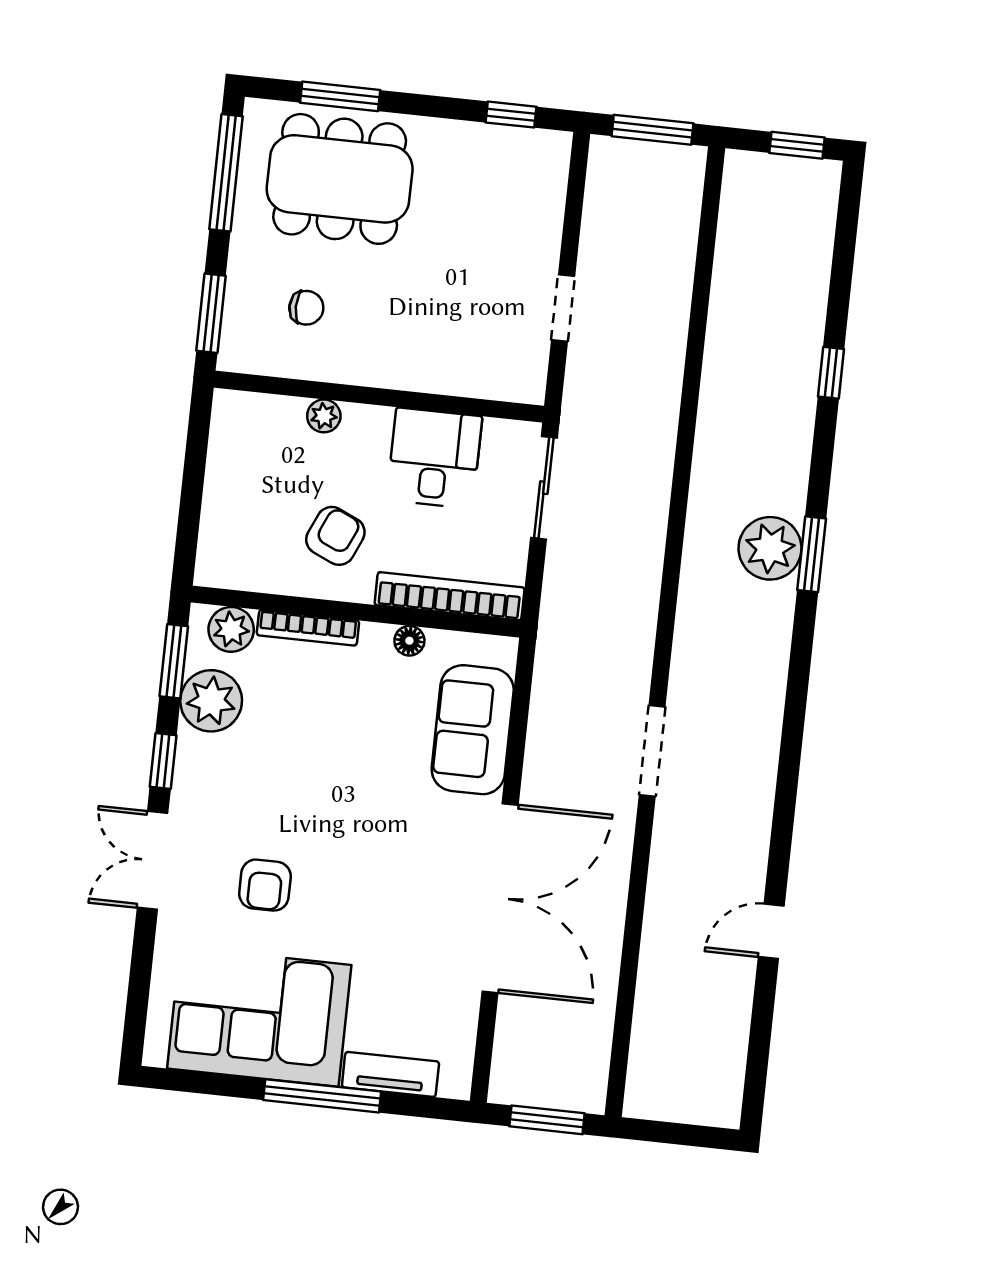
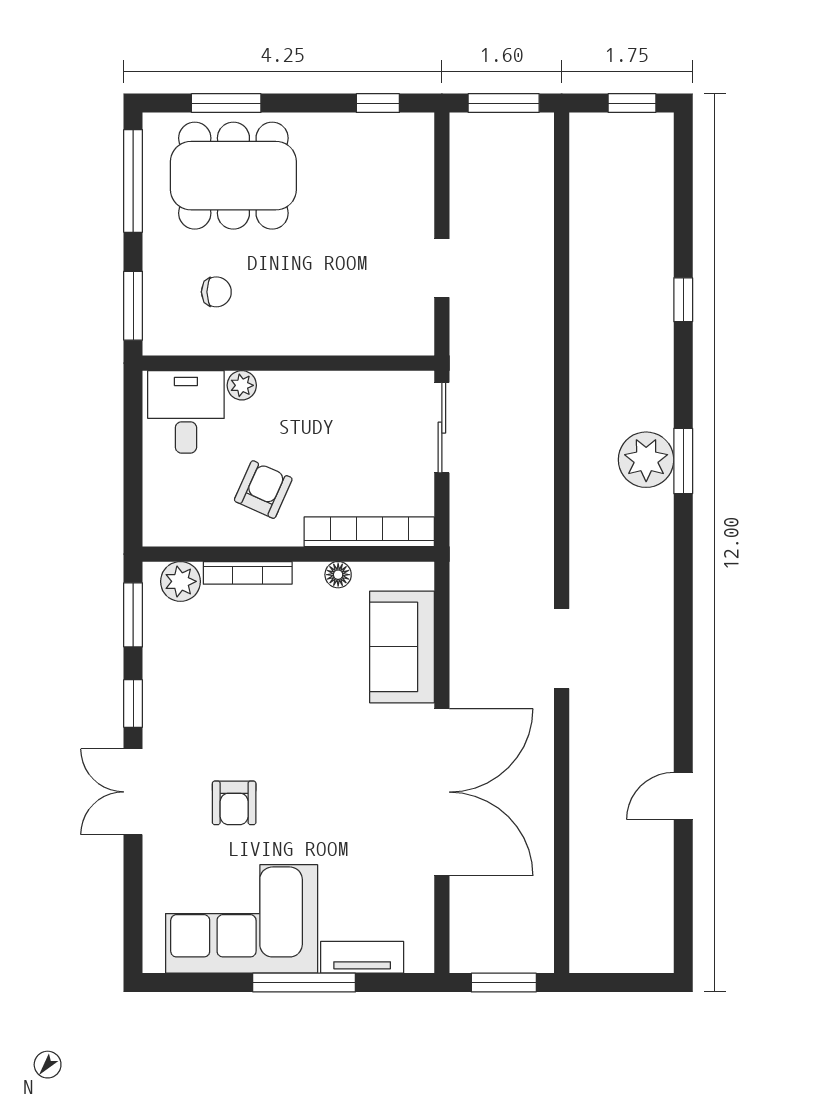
desk: (434, 458) -> (186, 412), moved
plant: (211, 701) -> (170, 646), removed

